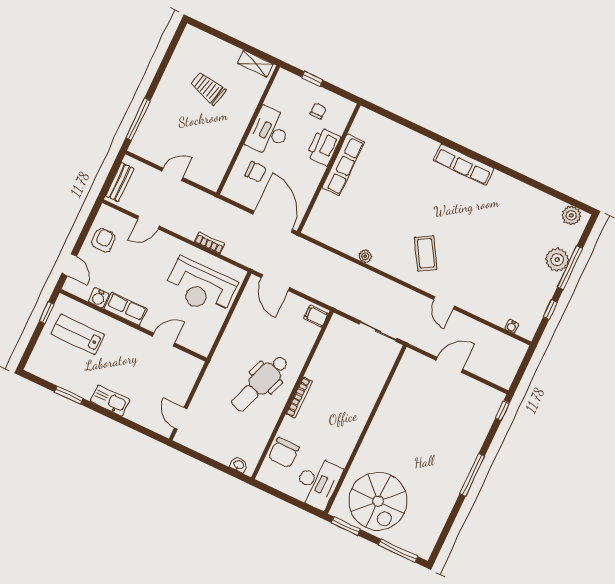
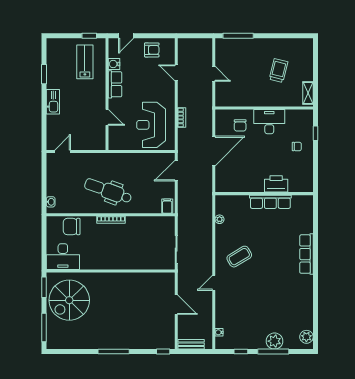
printer: (324, 147) -> (276, 184), moved
row of seats: (343, 165) -> (270, 202), moved
wall: (329, 168) -> (264, 194), moved
bench: (120, 182) -> (191, 344), moved

